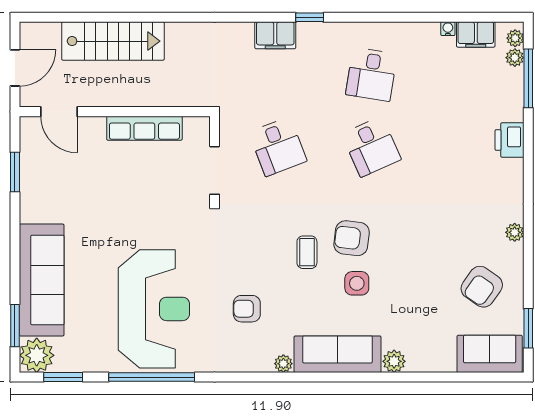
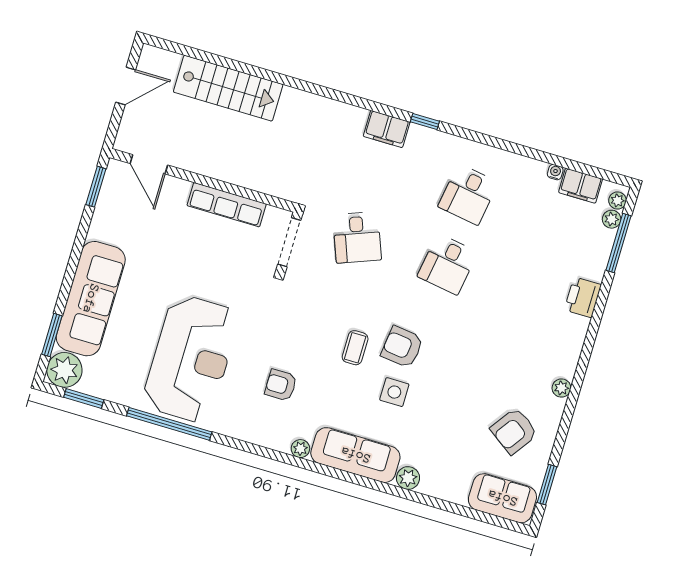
door: (59, 112) -> (149, 164), moved
wall: (115, 112) -> (203, 180), moved
row of seats: (144, 128) -> (227, 205), moved
desk: (371, 147) -> (448, 264), turned 33

